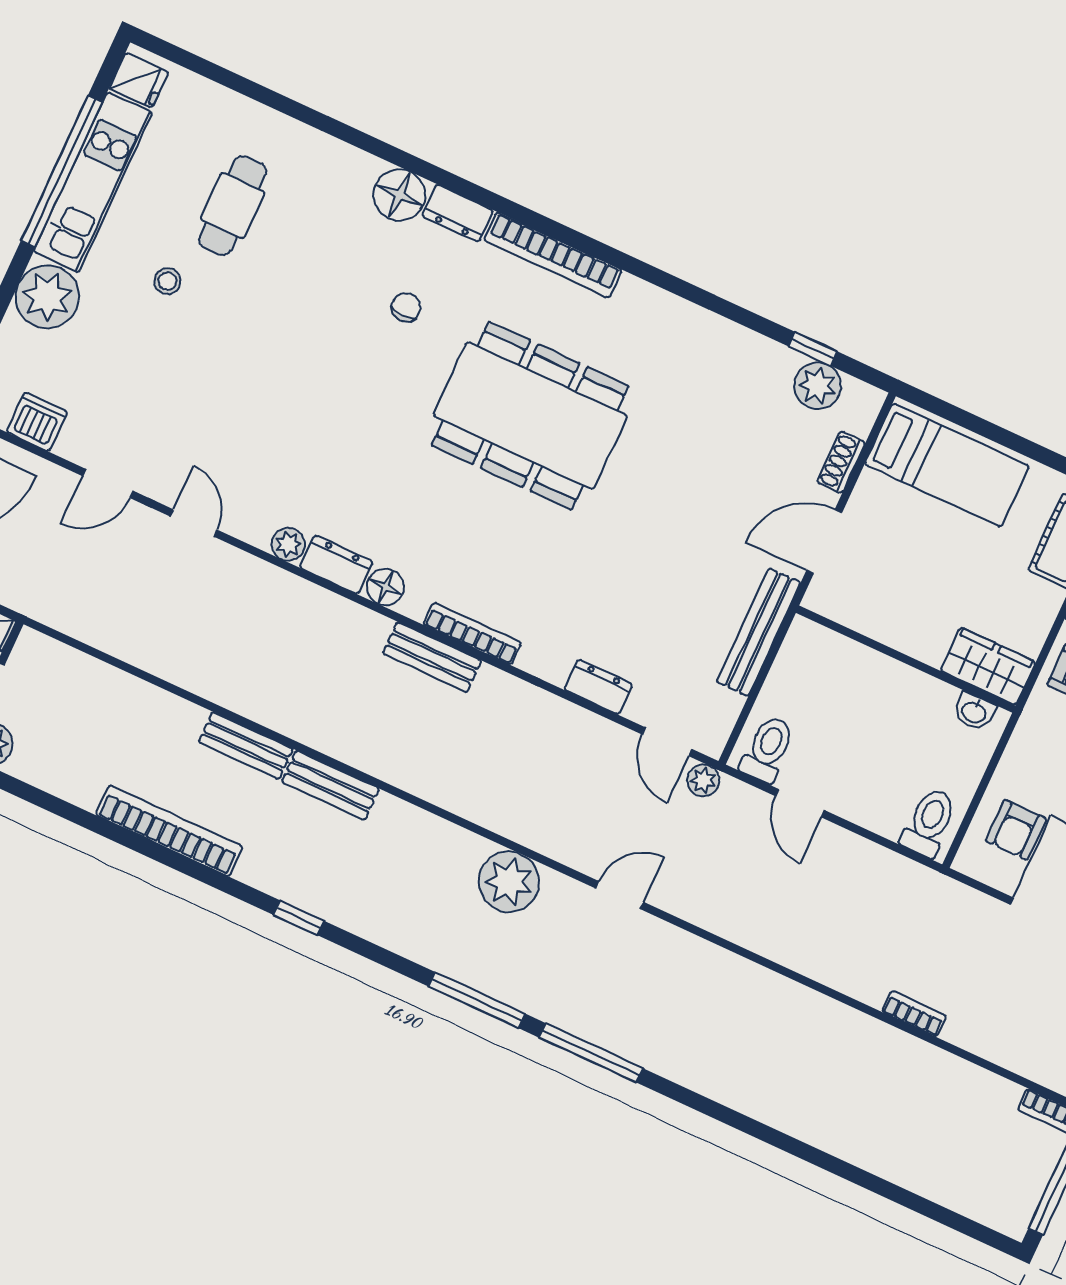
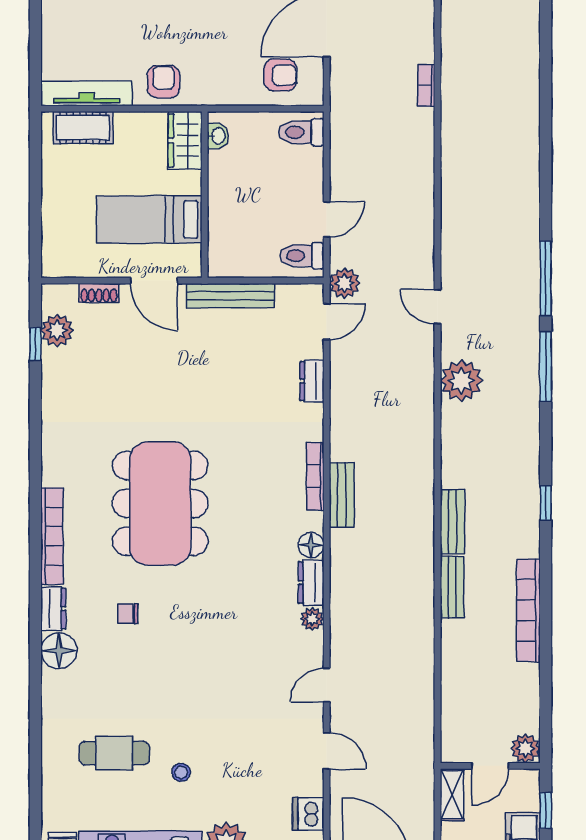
bed: (947, 465) -> (149, 219), moved, turned -90
plant: (703, 780) -> (345, 283), width x1.38, depth x1.38

